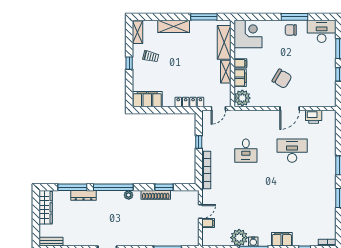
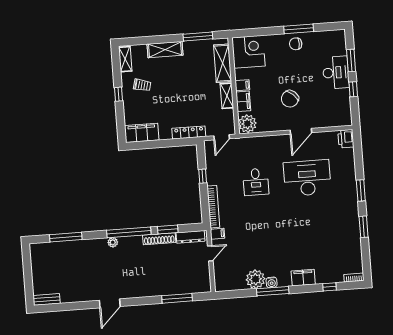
desk: (322, 31) -> (336, 73), moved, turned 90
chair: (282, 79) -> (290, 99), turned 101
printer: (314, 117) -> (346, 139), moved, turned 90
desk: (292, 151) -> (307, 178), width x1.36, depth x1.30
window: (113, 187) -> (129, 232), moved
dresser: (83, 195) -> (190, 237), moved
plant: (129, 195) -> (113, 242), moved
wardrobe: (46, 207) -> (38, 262), removed
filing cabinet: (208, 223) -> (217, 234), moved

